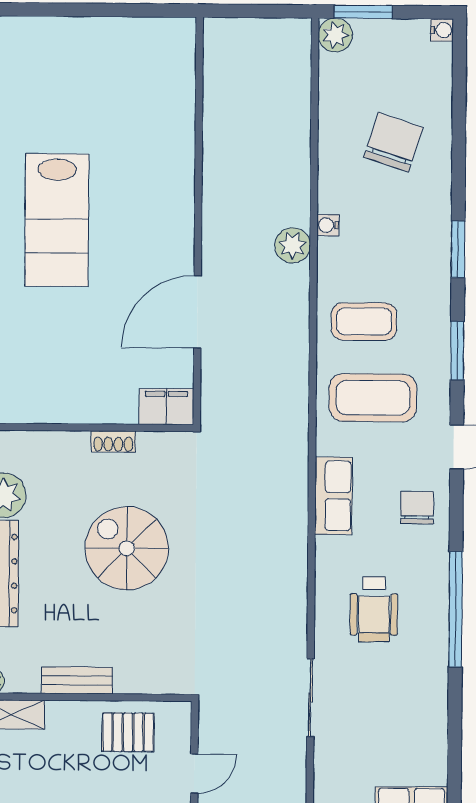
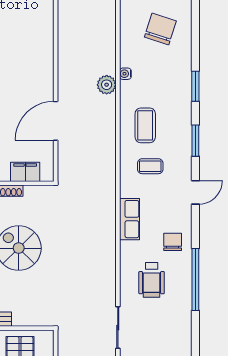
coffee table: (364, 322) -> (145, 125), turned 90
coffee table: (373, 398) -> (150, 166), width x0.54, depth x0.58
filing cabinet: (166, 407) -> (25, 172), moved
chair: (417, 508) -> (173, 242), moved

